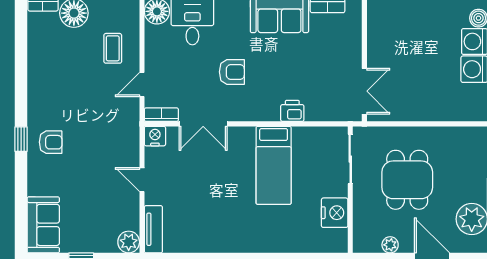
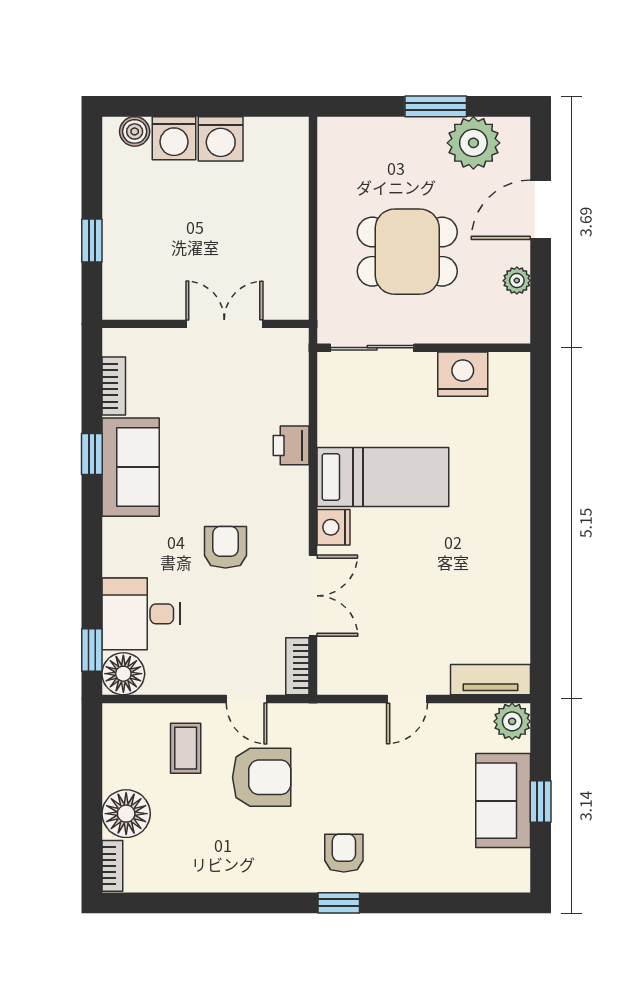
coffee table: (113, 48) -> (186, 748), turned 90
double door: (364, 91) -> (224, 324), moved
armchair: (96, 93) -> (262, 777), added
nightstand: (155, 136) -> (333, 527), moved
sofa: (43, 225) -> (503, 801), moved, turned -90

